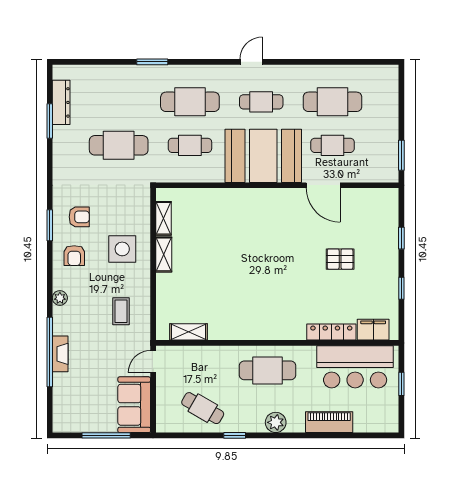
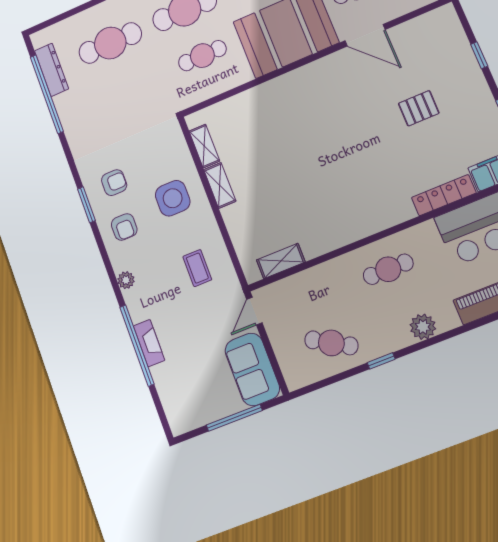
window: (50, 121) -> (47, 94), width x2.11
cafe table: (119, 145) -> (110, 43), moved
cafe table: (267, 370) -> (388, 269), width x0.73, depth x0.74

